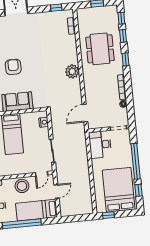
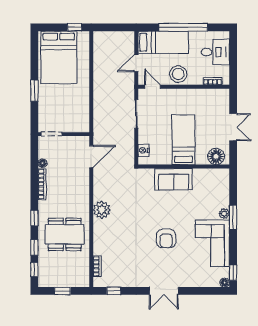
dining table: (100, 49) -> (65, 234), turned 90
armchair: (13, 67) -> (166, 238), moved
desk: (100, 145) -> (76, 116), removed
window: (136, 161) -> (34, 91), width x0.47
door: (42, 174) -> (153, 87), hinge flipped
window: (138, 190) -> (34, 54), removed

